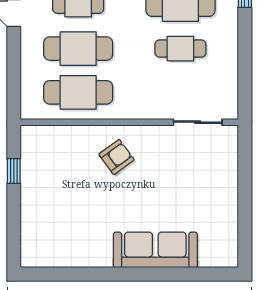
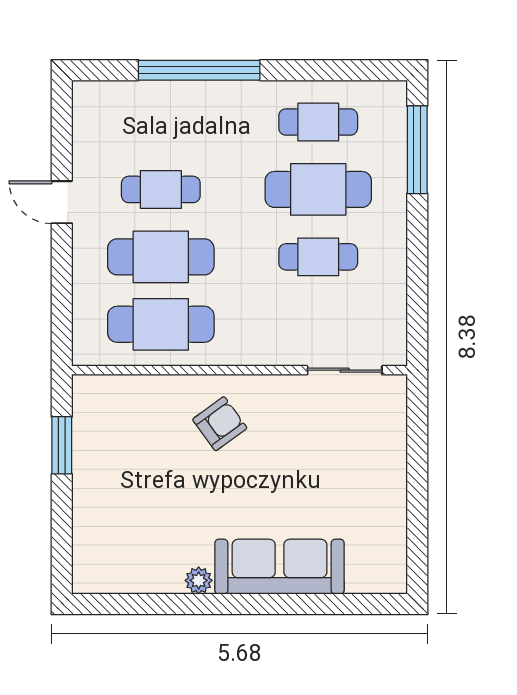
window: (14, 171) -> (62, 445), width x1.50
plant: (103, 259) -> (199, 580), added

